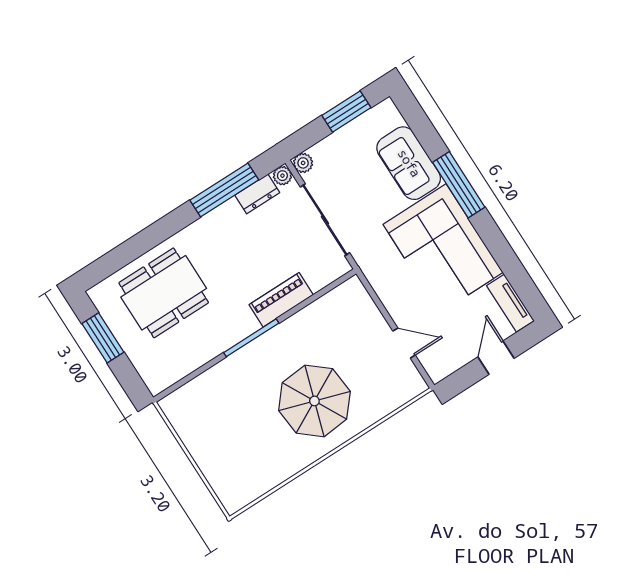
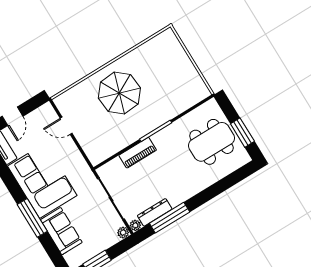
dresser: (257, 194) -> (155, 212), width x1.44
dining table: (164, 293) -> (211, 142), moved

